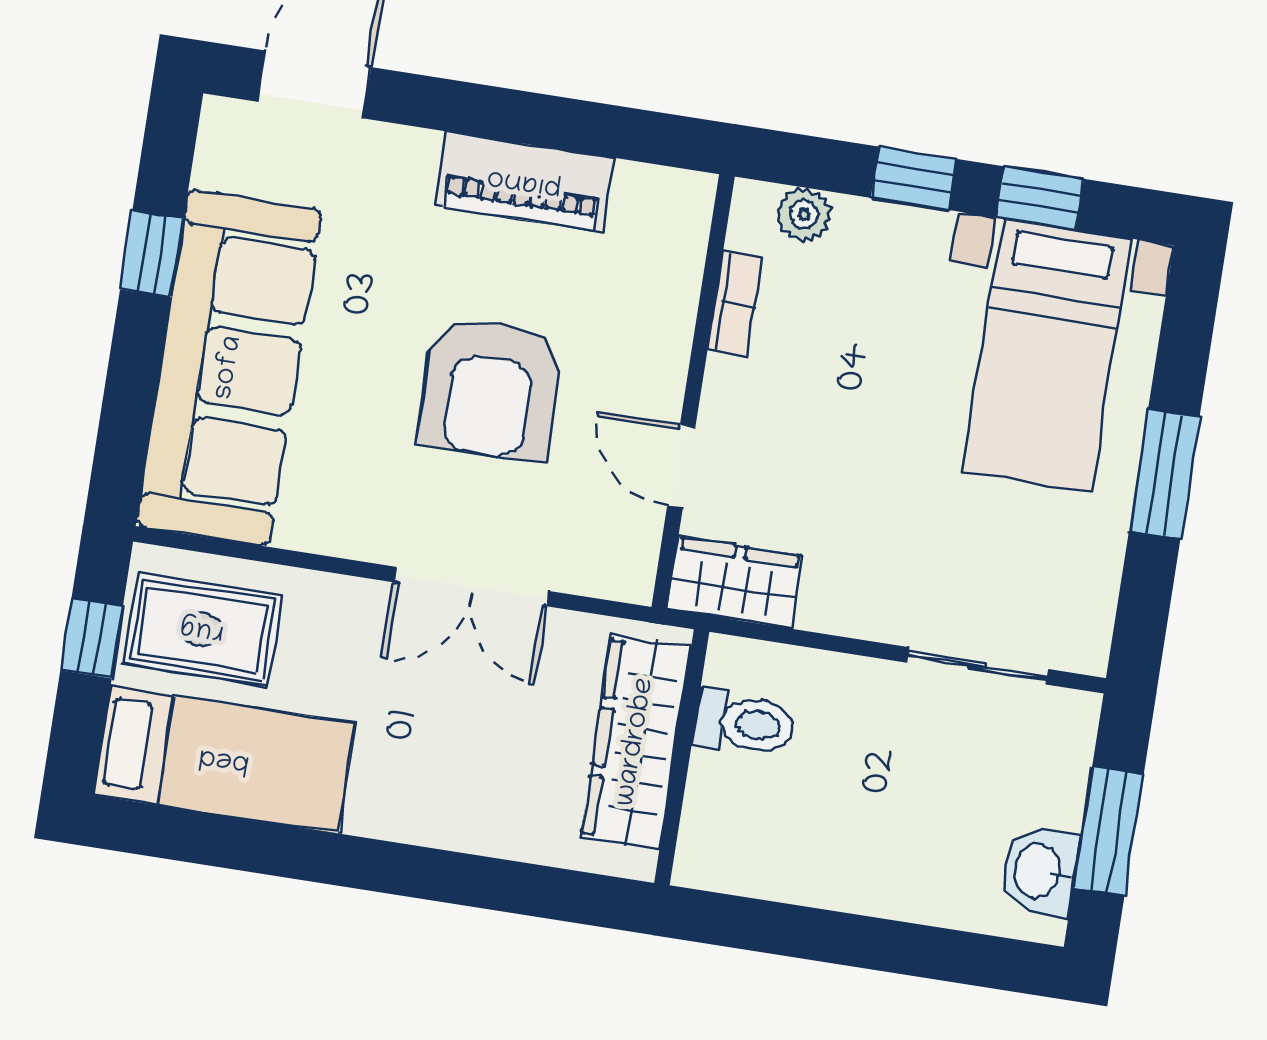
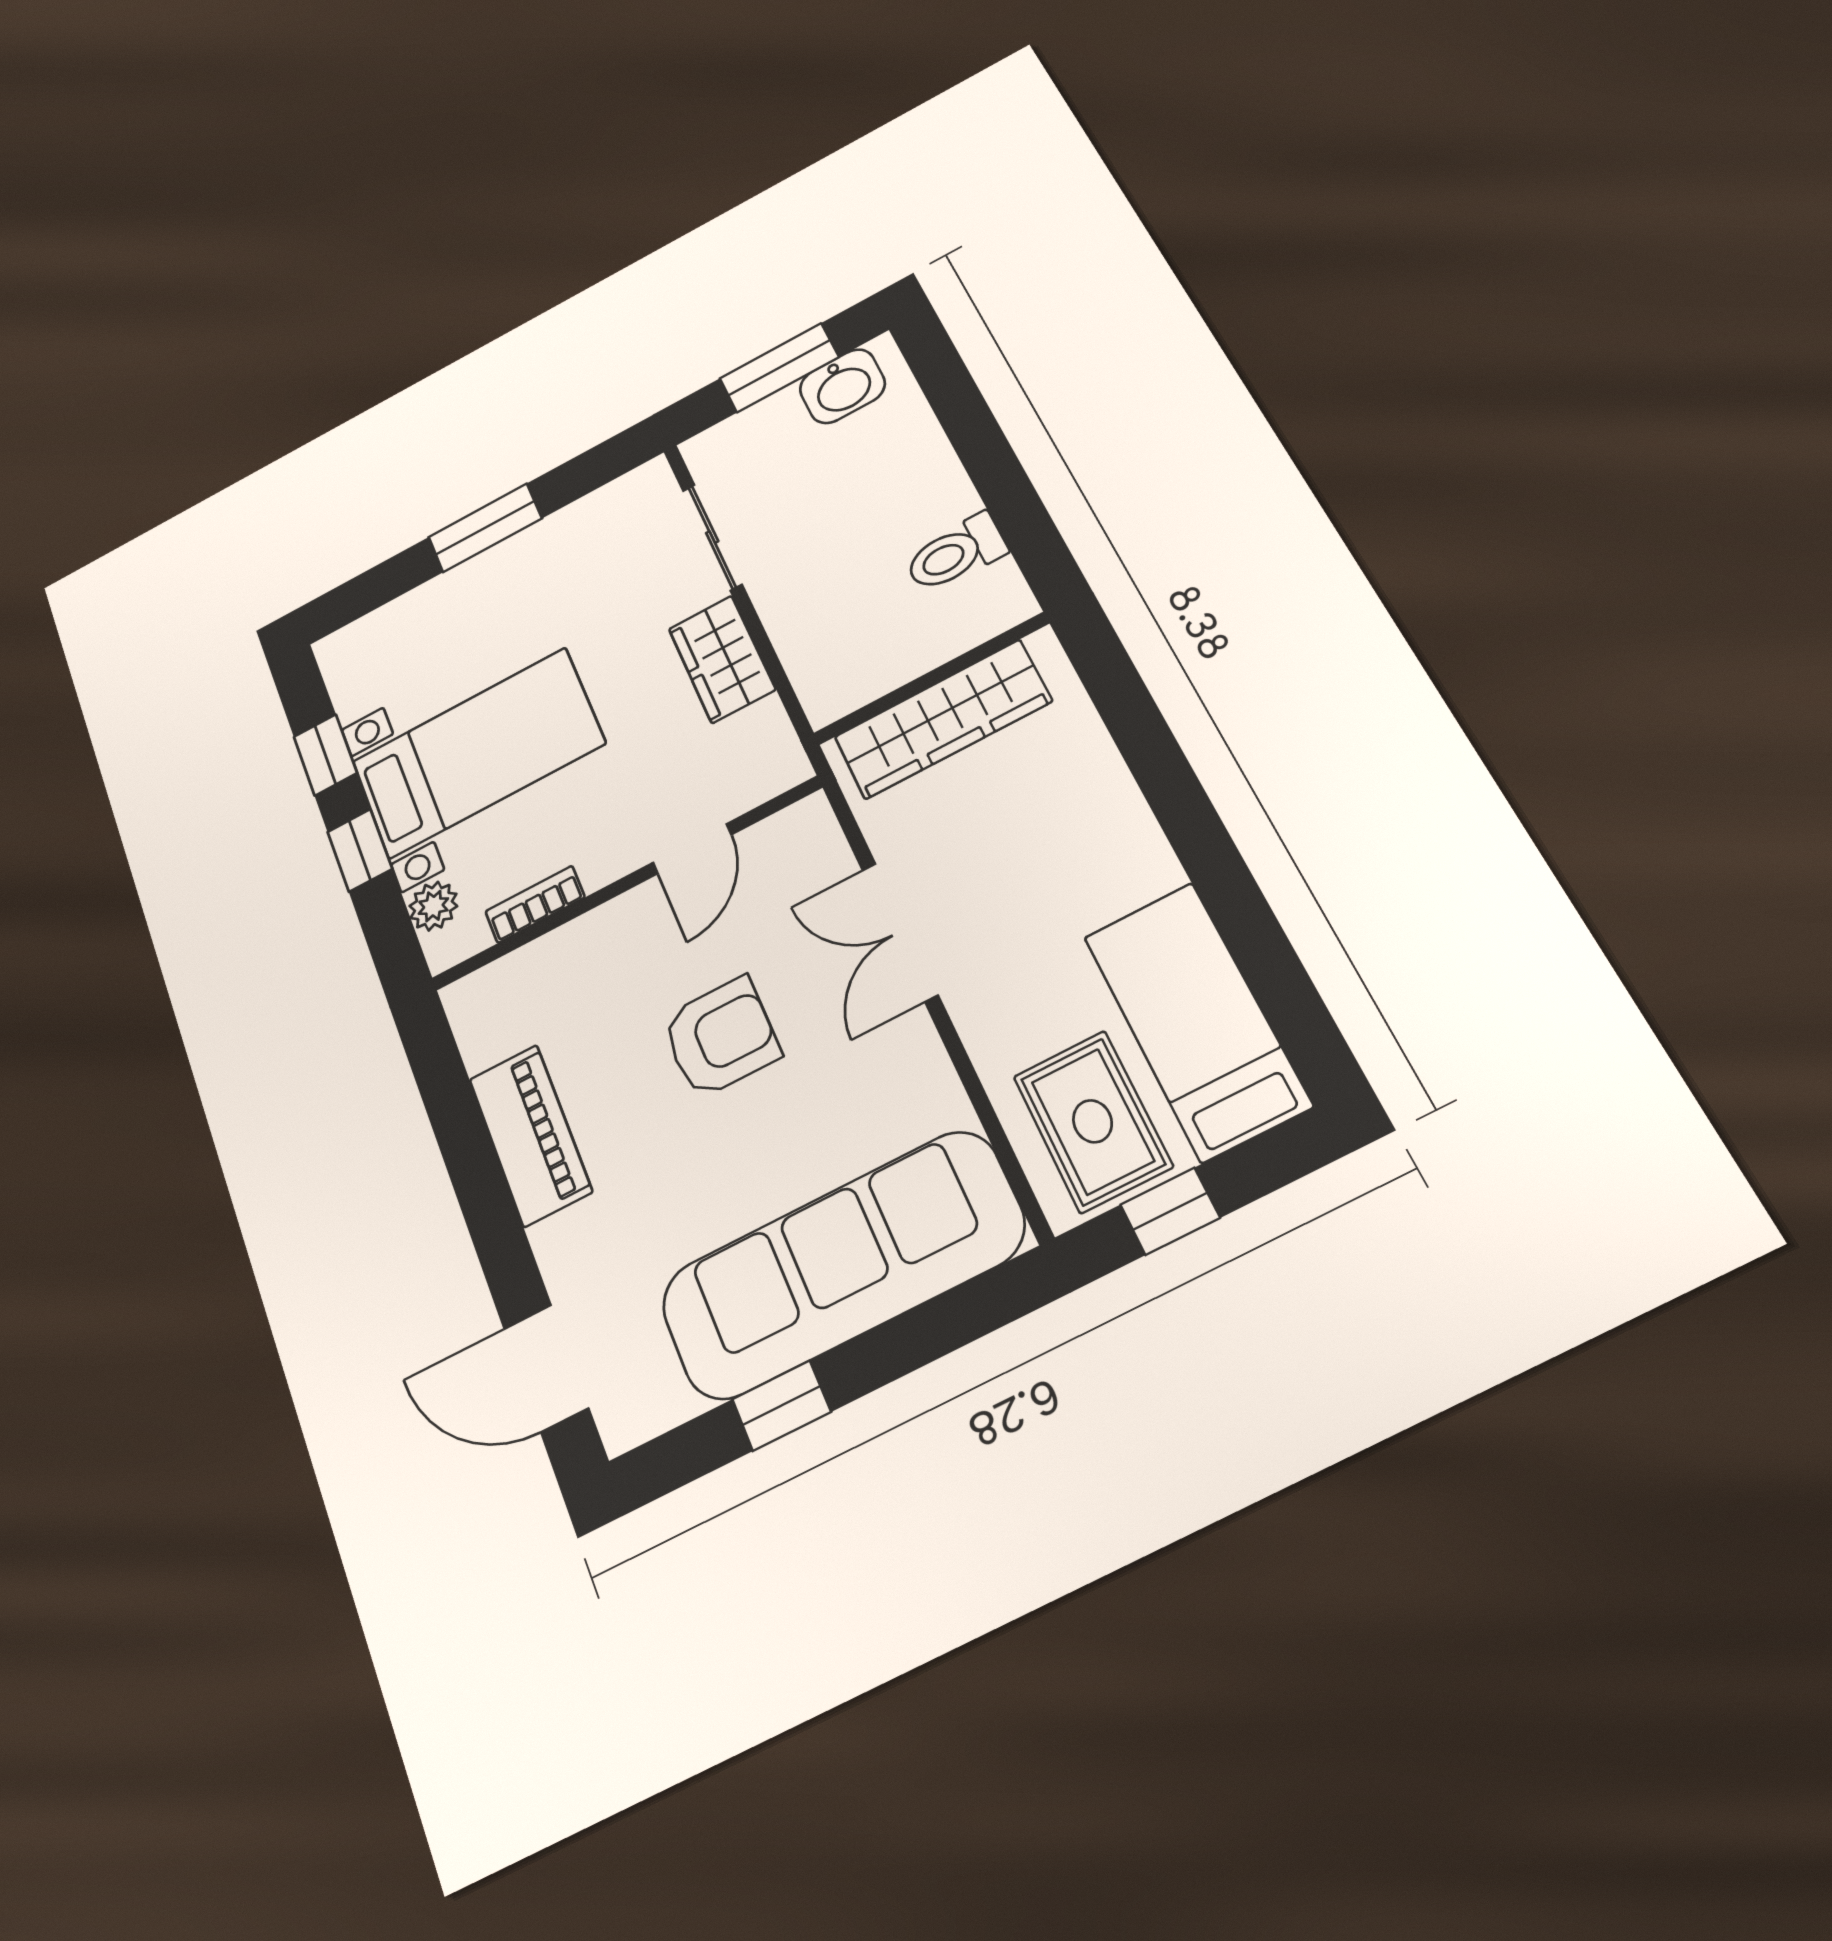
bed with nightstands: (1047, 355) -> (478, 753), moved
armchair: (491, 388) -> (721, 1037), width x0.73, depth x0.73
wardrobe: (736, 583) -> (722, 659), moved
double door: (472, 587) -> (900, 932), swing flipped
toilet: (744, 723) -> (956, 553), moved, turned -90

